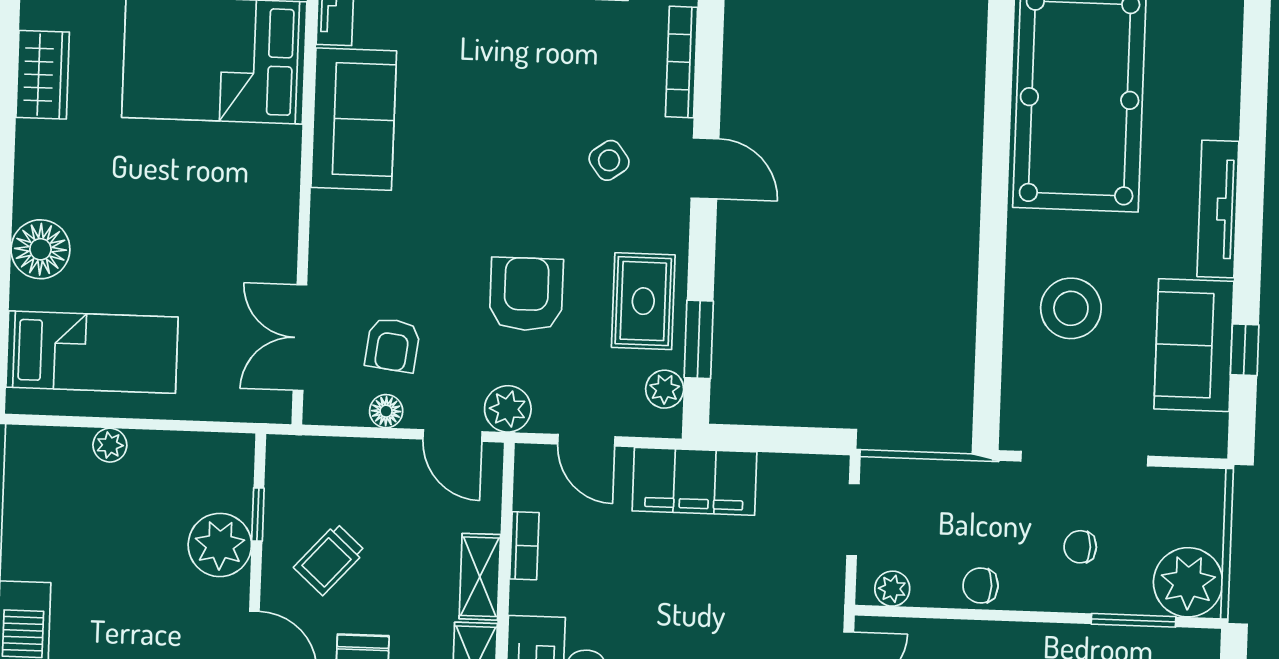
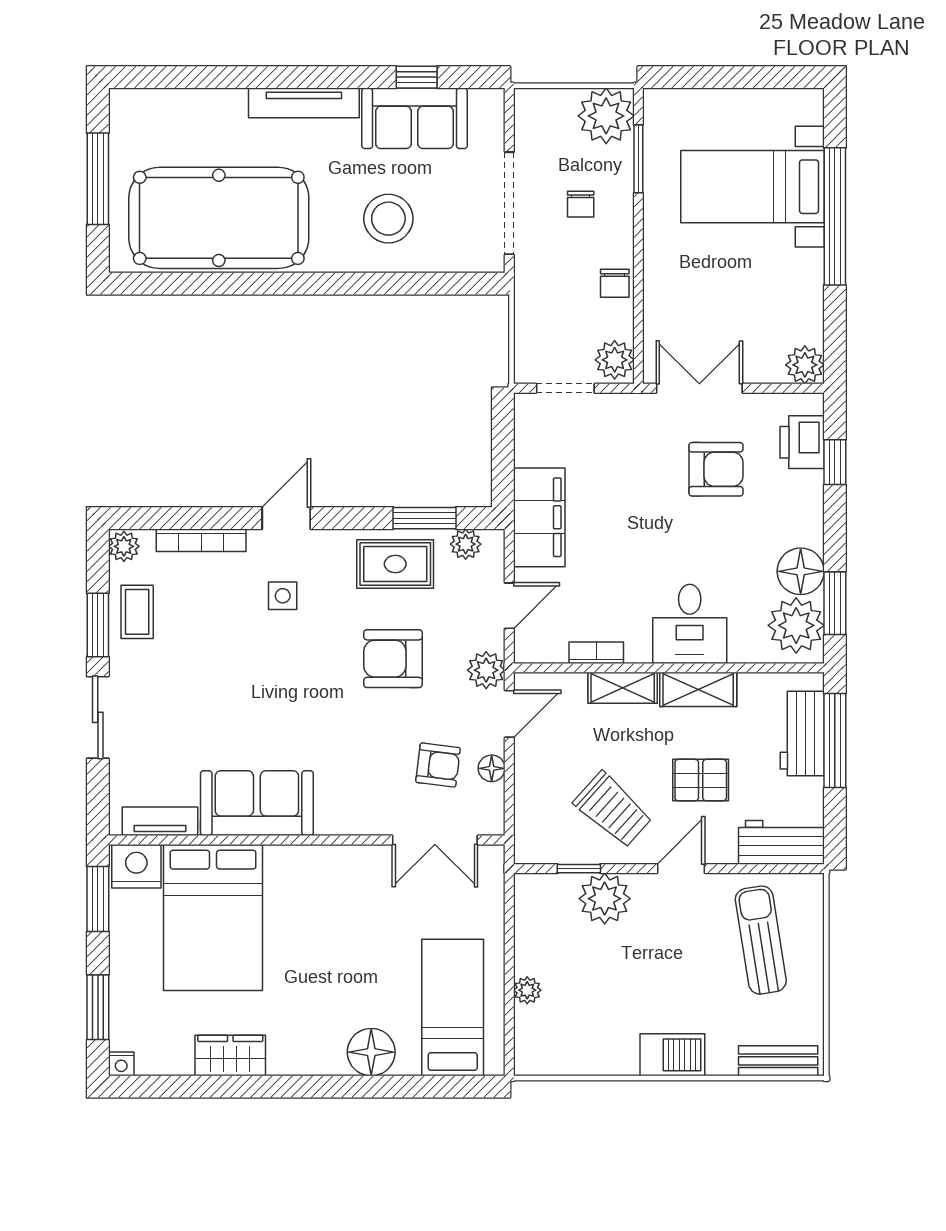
side table: (609, 160) -> (283, 596), turned 36
trolley: (330, 559) -> (613, 810), width x1.36, depth x1.39
plant: (892, 589) -> (615, 360), width x1.38, depth x1.38

